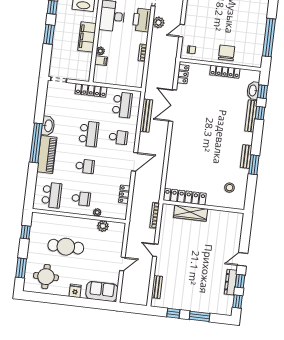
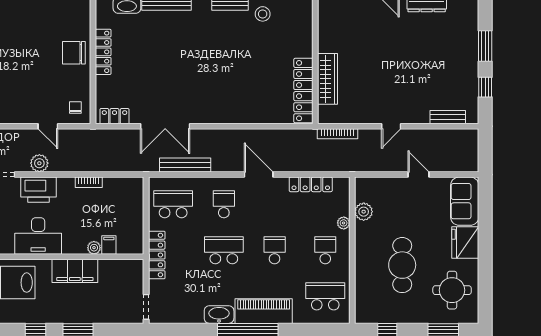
stool: (230, 188) -> (263, 14), moved
locker: (124, 194) -> (311, 184), width x1.53
fridge: (75, 291) -> (465, 243), width x1.88, depth x1.34

